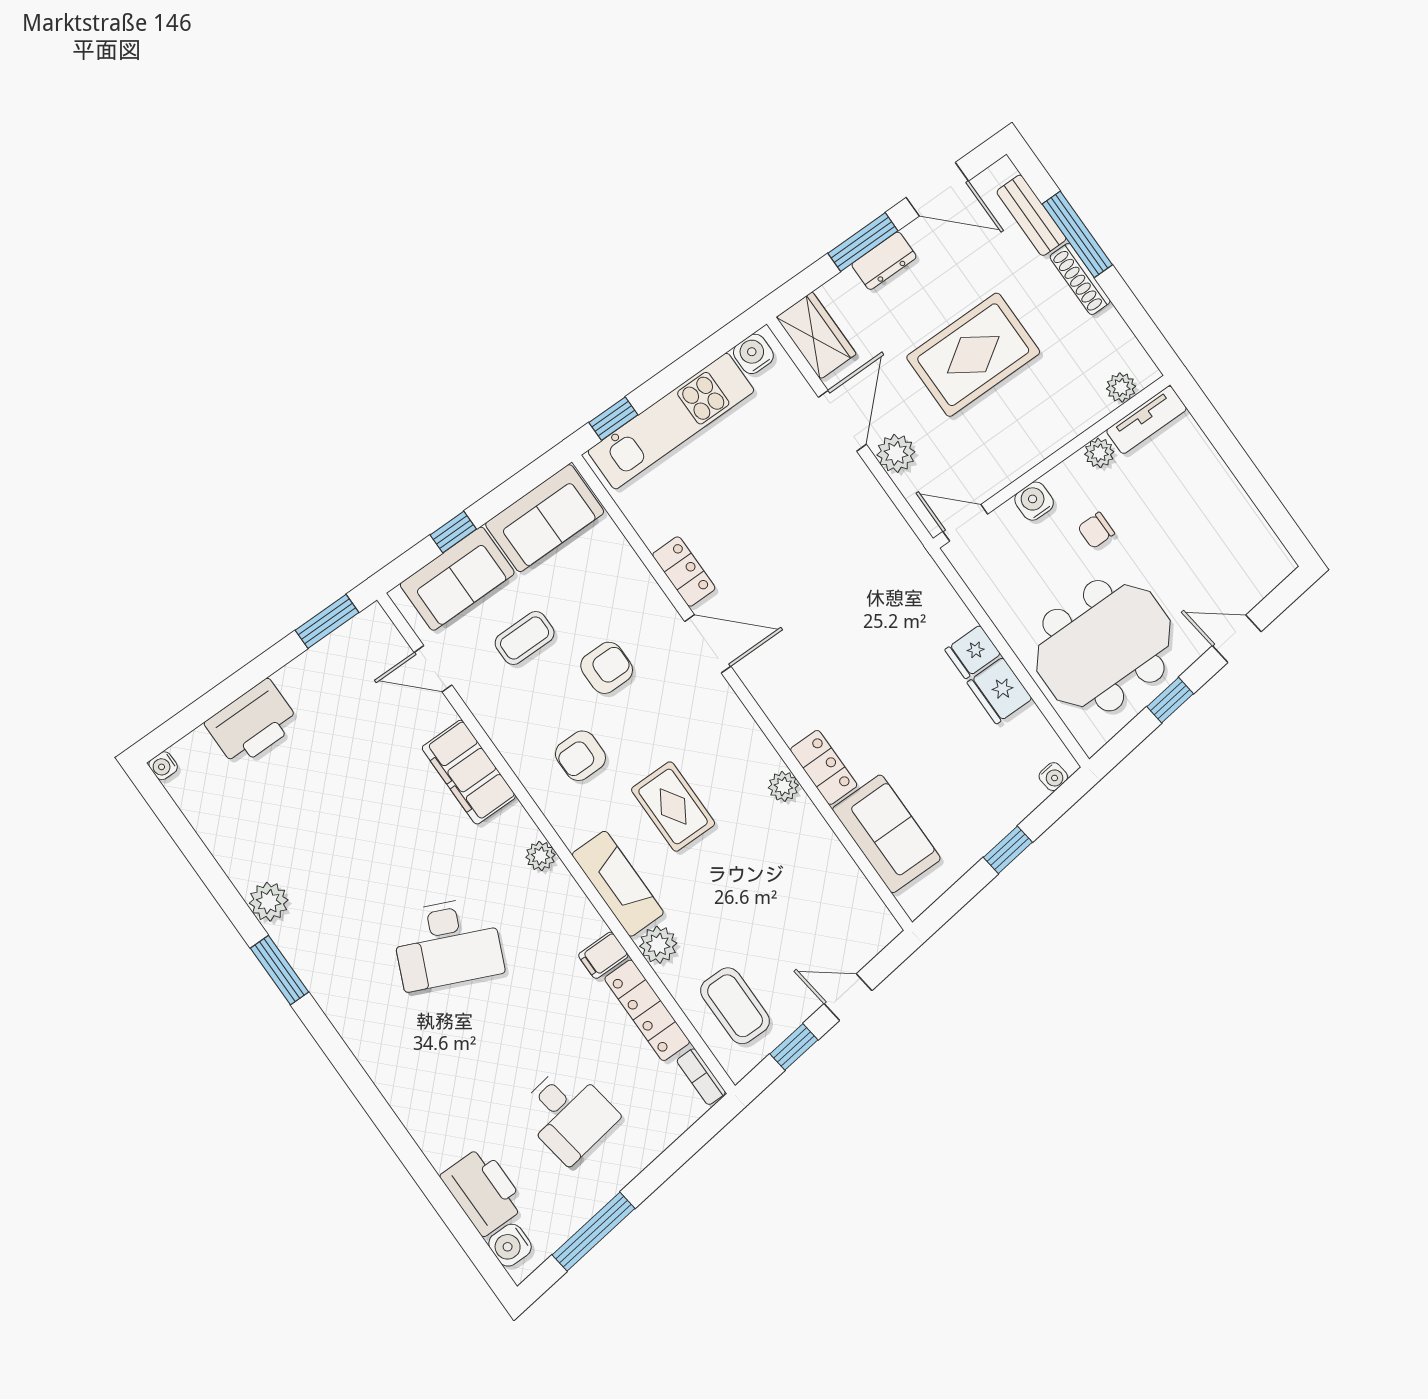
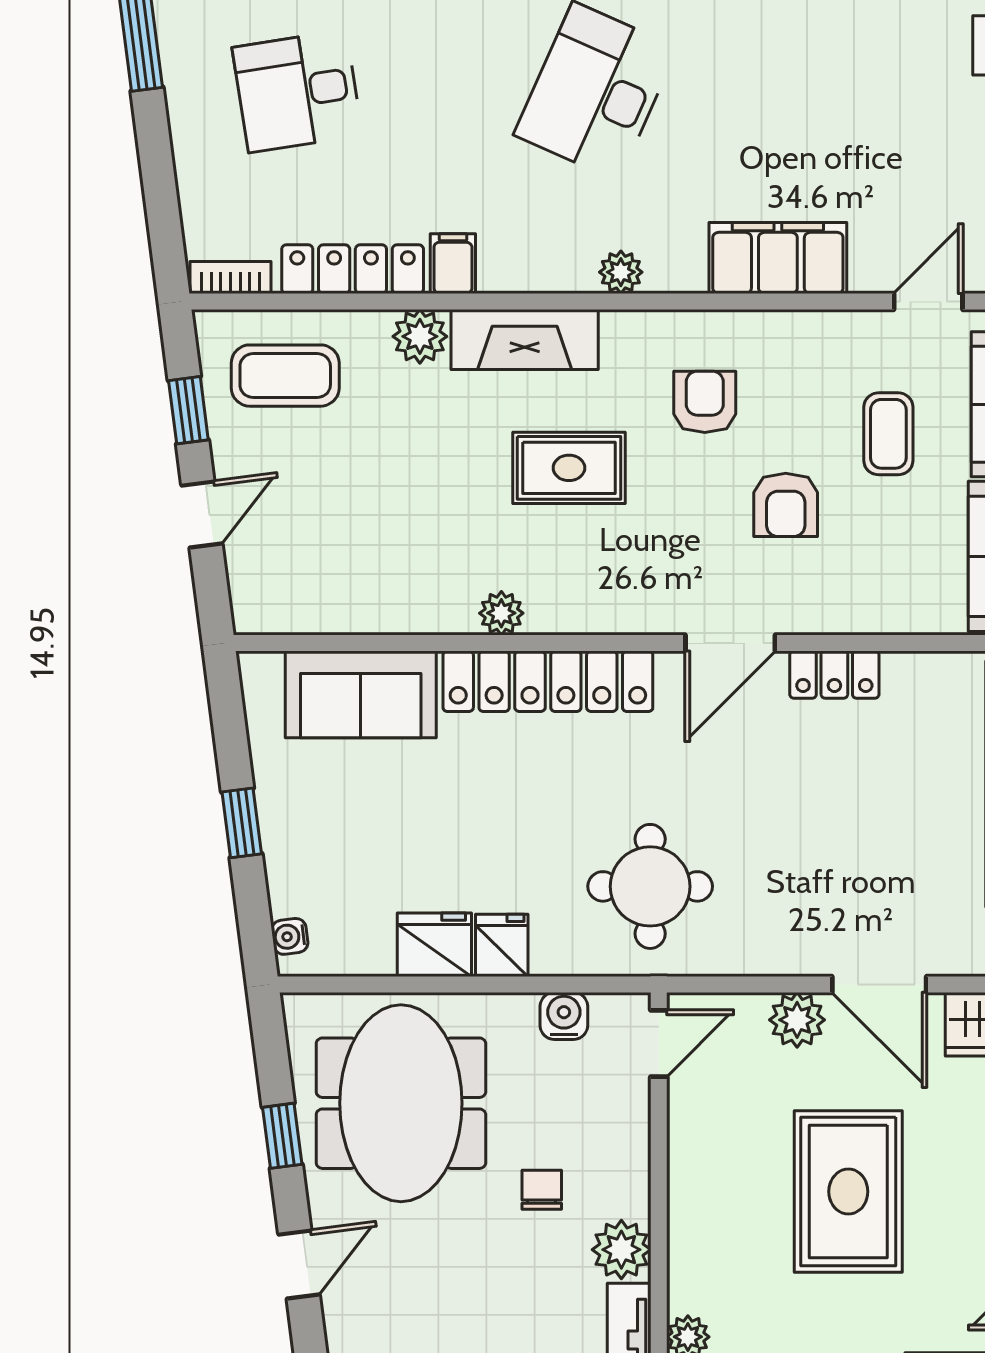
plant: (1099, 453) -> (621, 1250), width x1.38, depth x1.38
water cooler: (1034, 501) -> (564, 1016), moved, turned -90
round table: (879, 591) -> (650, 886), added
locker: (824, 767) -> (548, 681), width x2.16, depth x1.21

